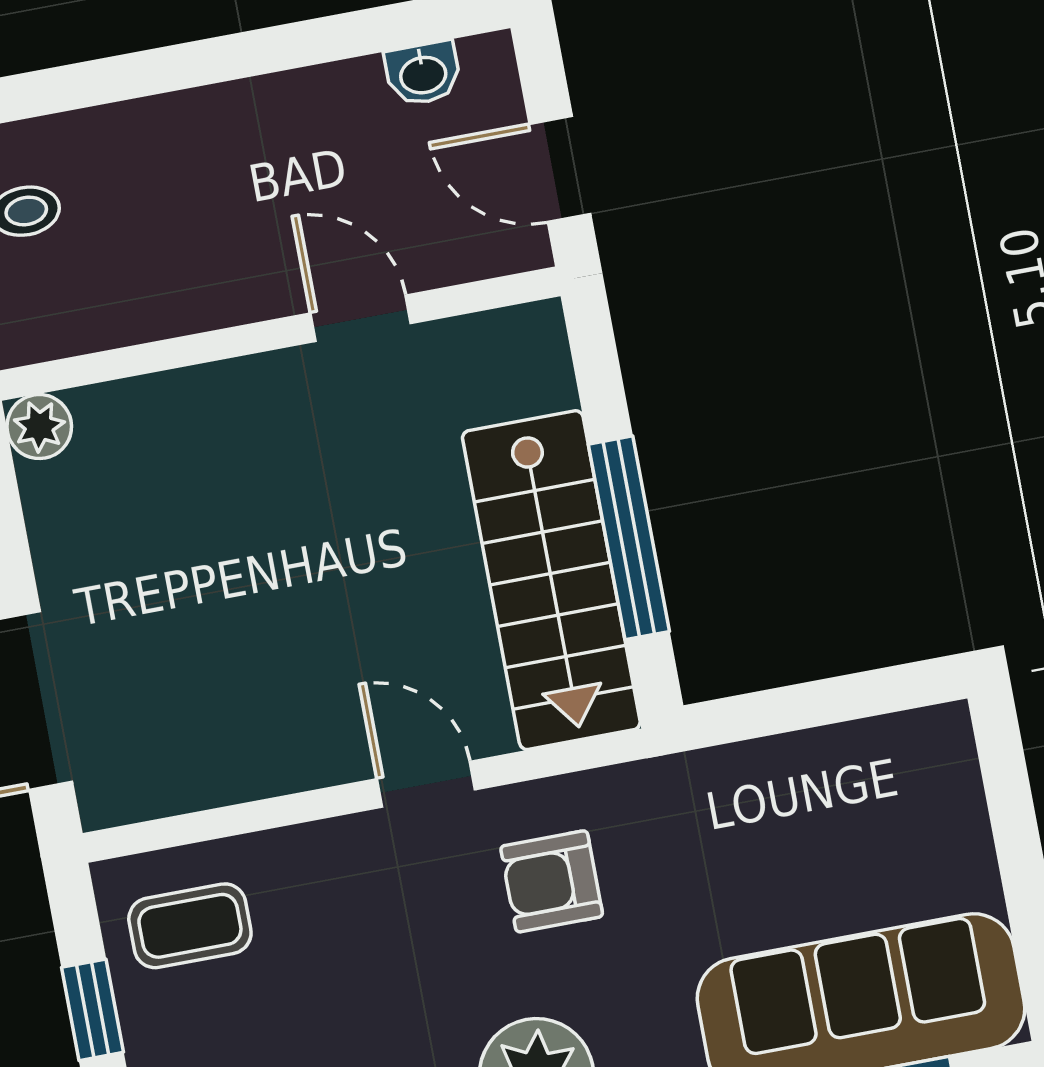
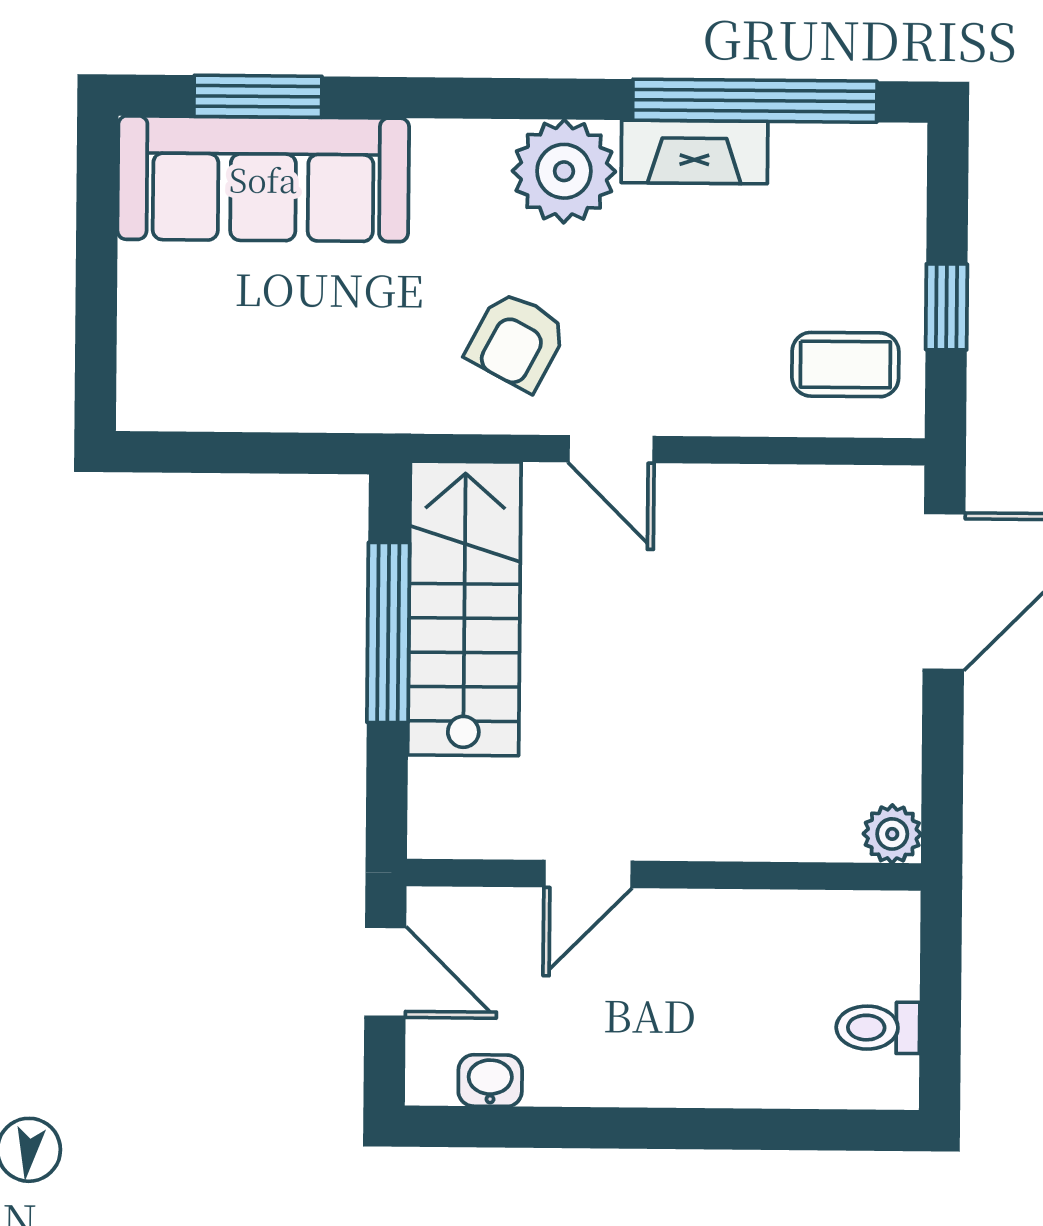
door: (361, 318) -> (588, 874), hinge flipped
armchair: (552, 881) -> (517, 341), turned 118

